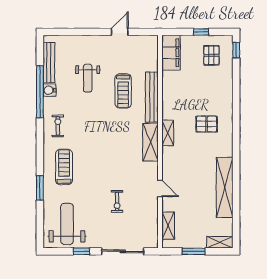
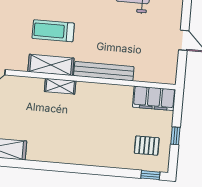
treadmill: (123, 91) -> (53, 31), moved
pallet: (207, 124) -> (67, 133), removed

